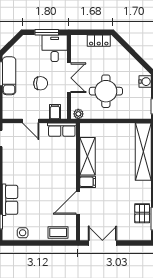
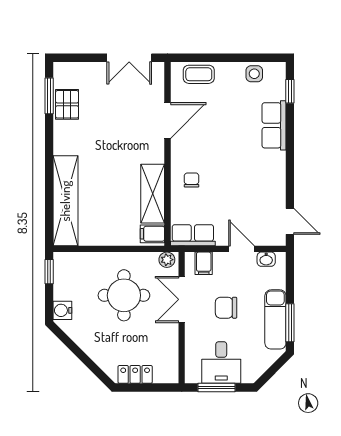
desk: (55, 48) -> (221, 363), moved
double door: (69, 78) -> (182, 299), moved
washbasin: (15, 114) -> (266, 259), added
chair: (63, 165) -> (192, 180), added
filing cabinet: (88, 182) -> (152, 234), moved

